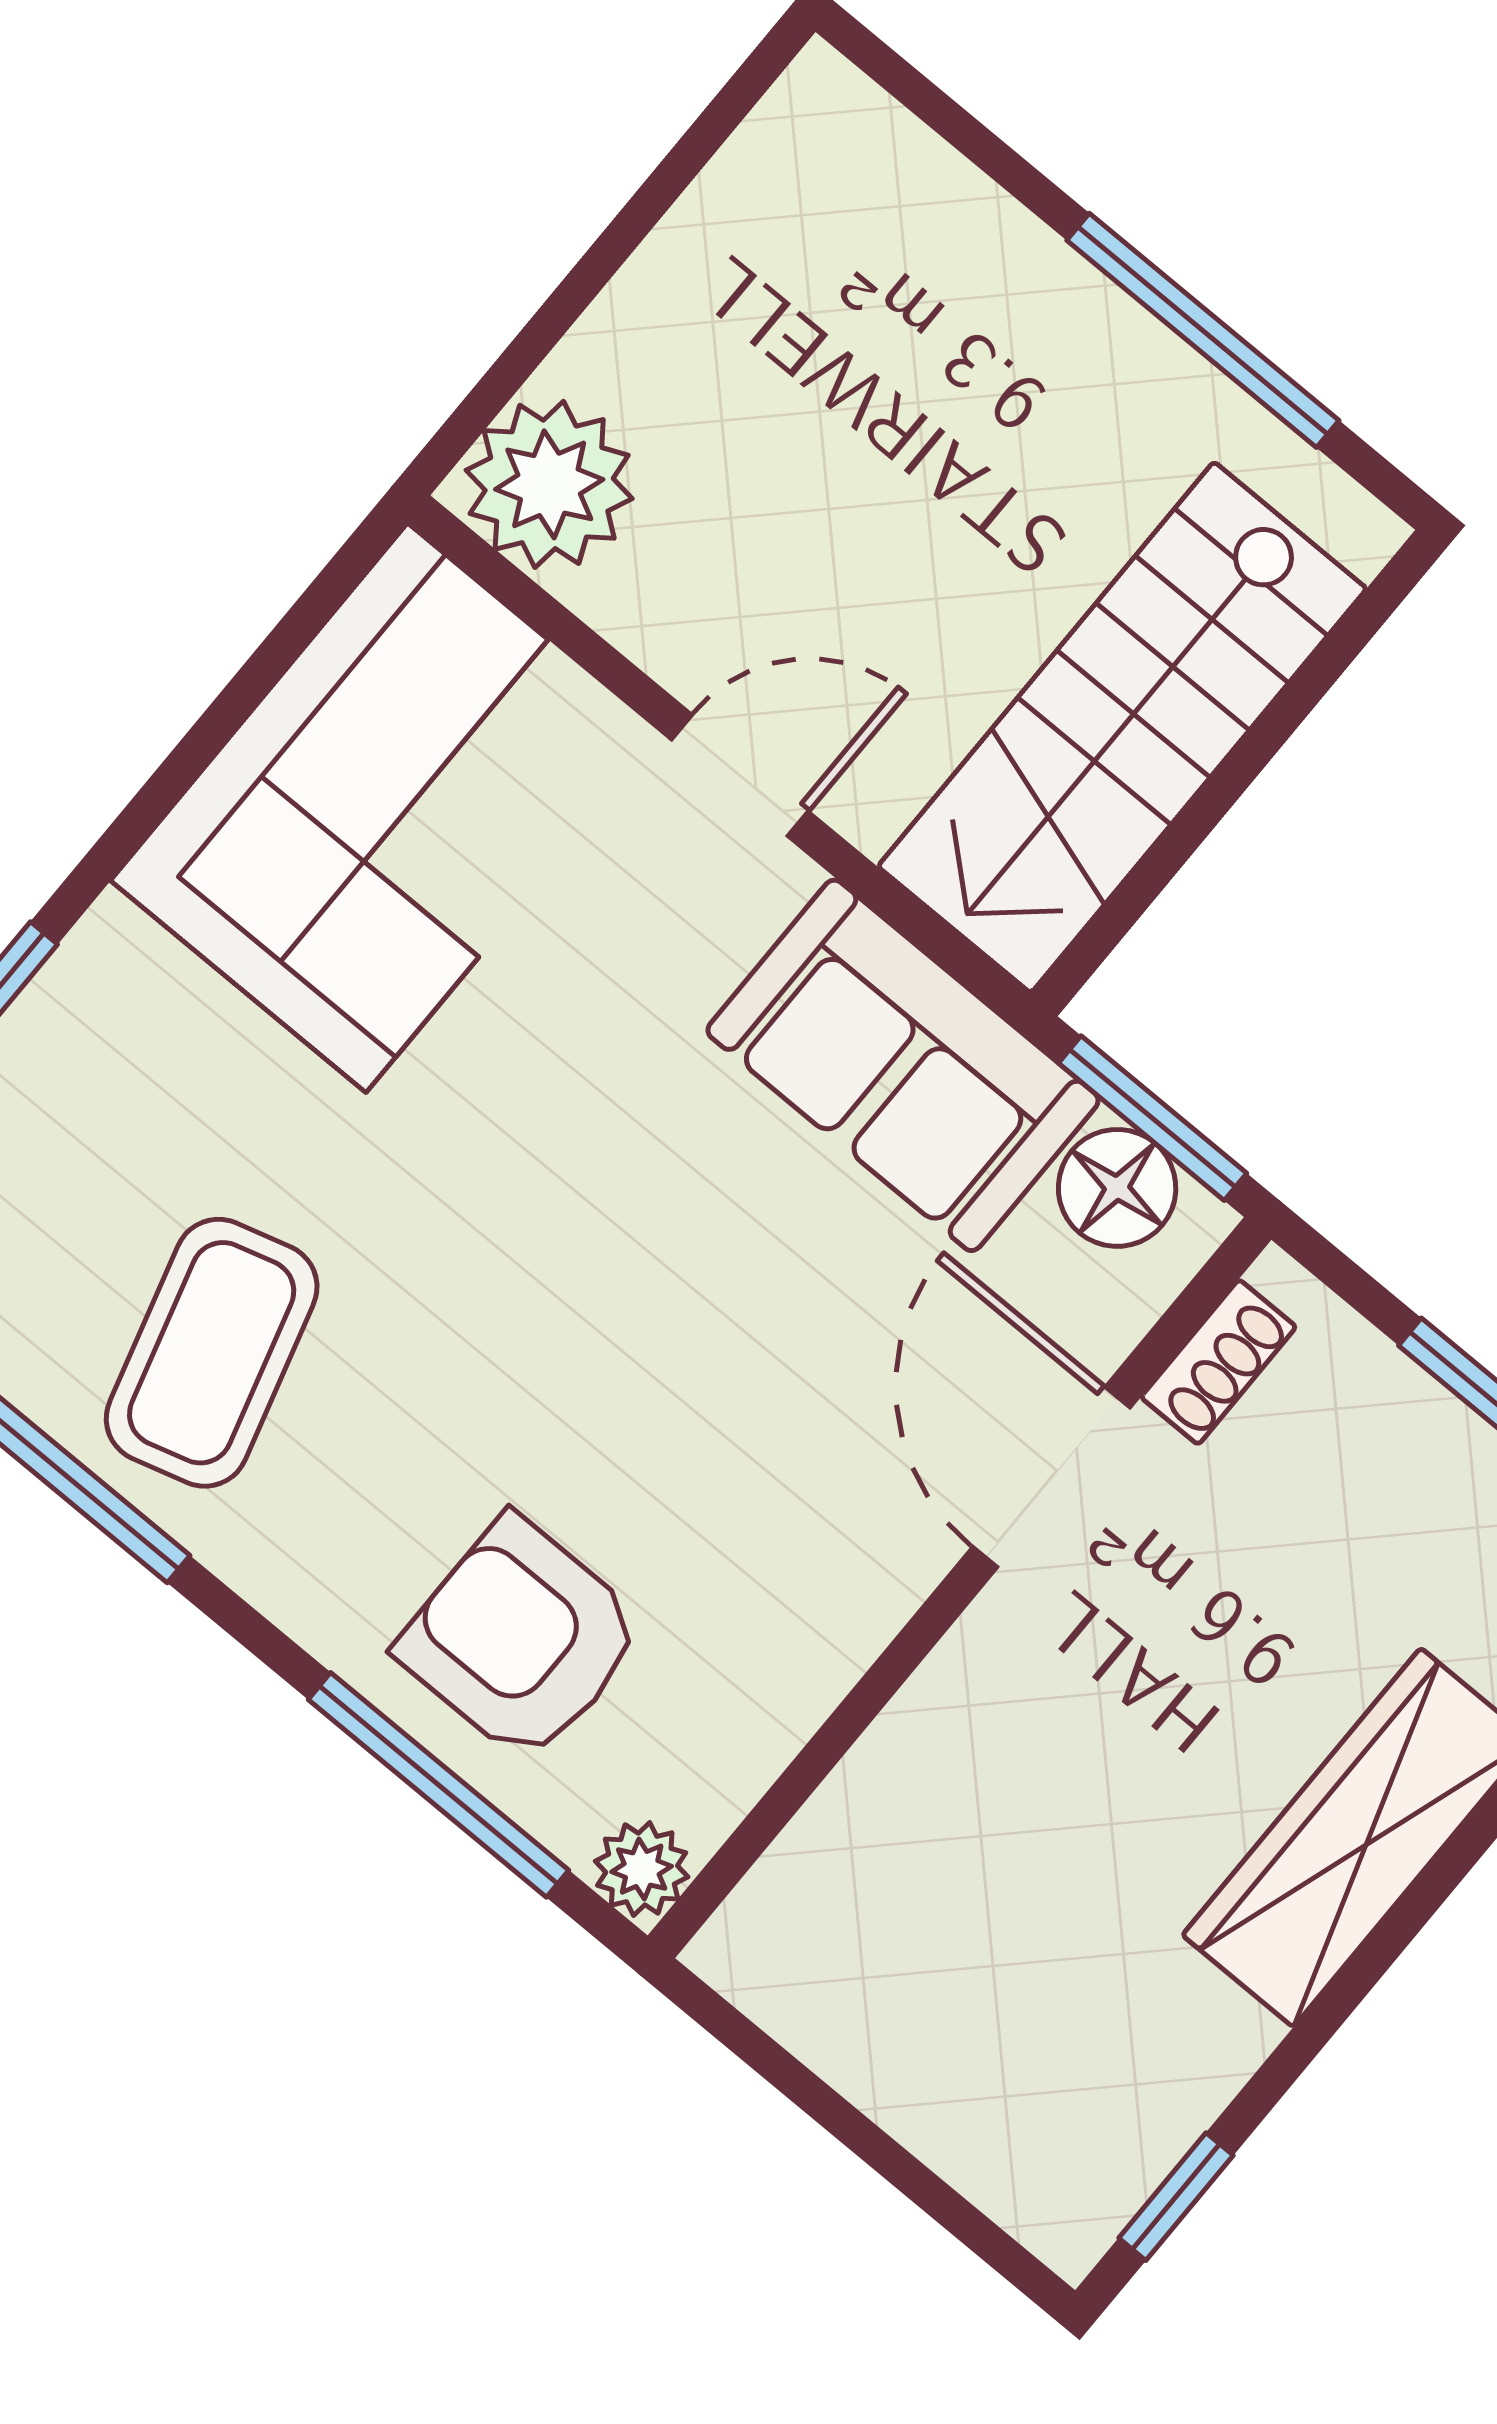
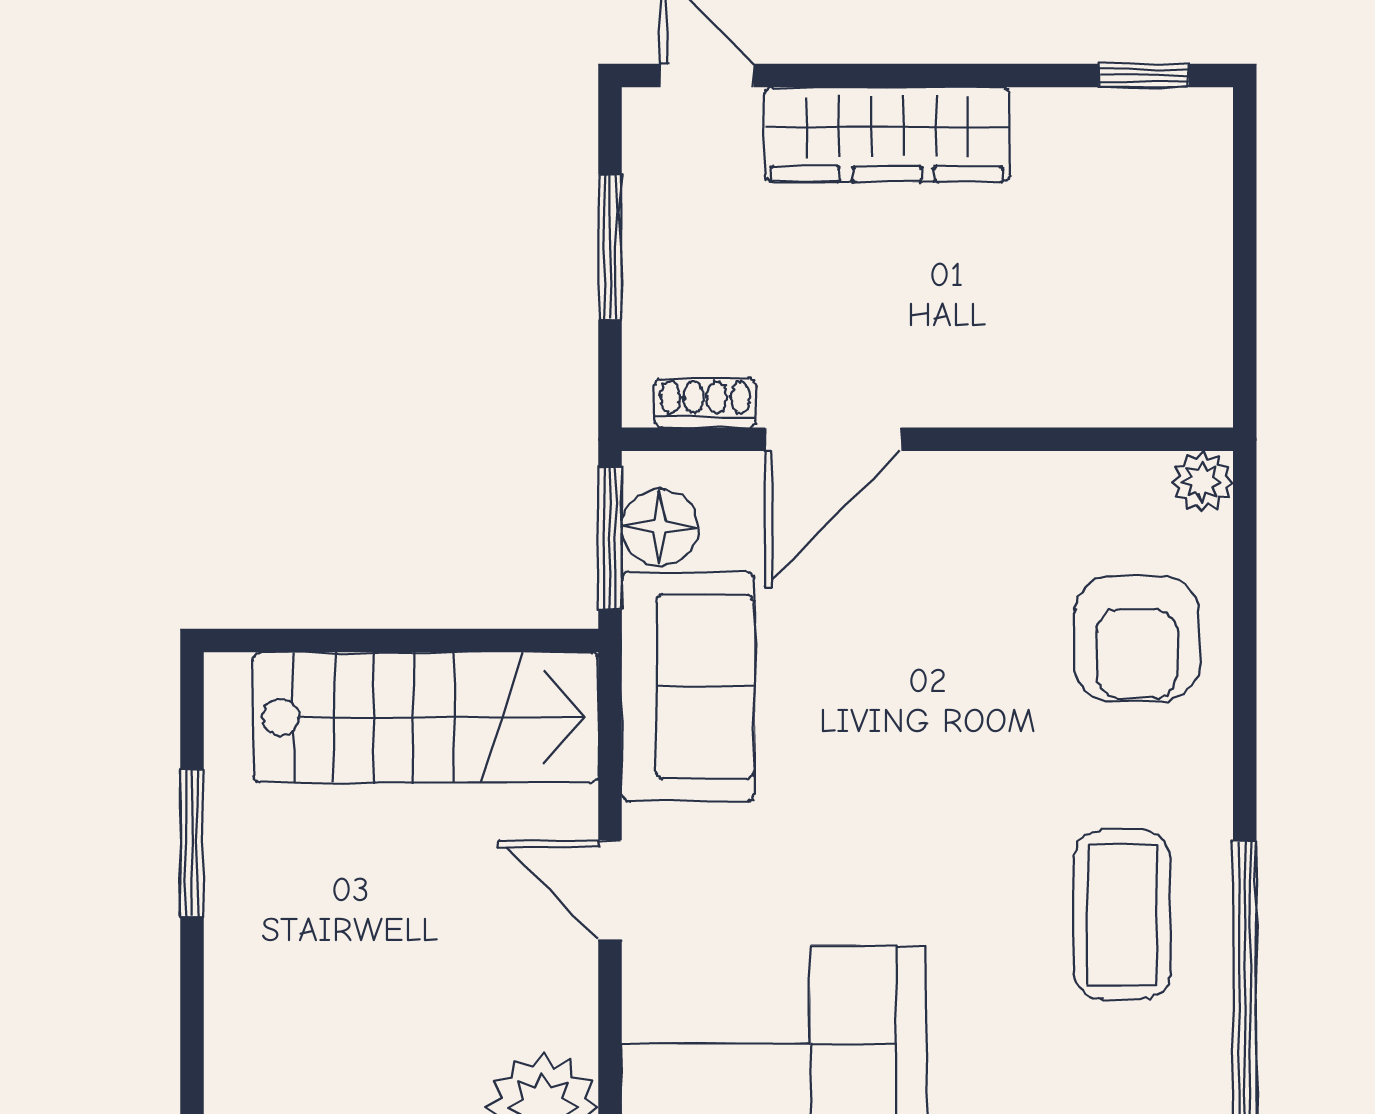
window: (1203, 330) -> (192, 843), width x0.69
coffee table: (212, 1353) -> (1122, 915), turned -74
window: (439, 1785) -> (1245, 619), removed

